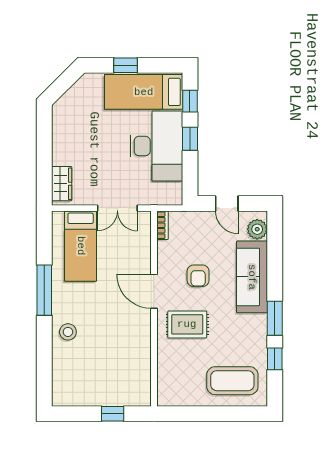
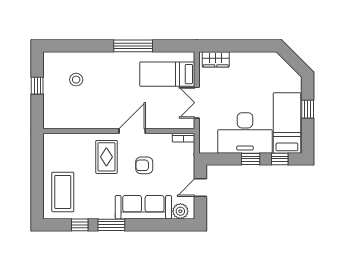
stool: (68, 332) -> (76, 80), moved
window: (113, 414) -> (37, 86), moved

